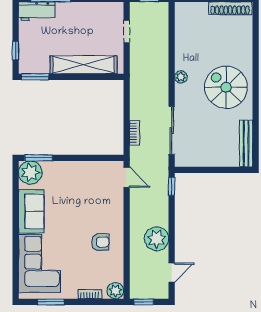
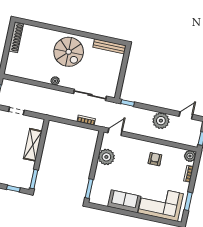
shelving: (83, 65) -> (33, 145), width x0.68
spiral stairs: (226, 87) -> (69, 52), turned -90
plant: (30, 173) -> (106, 157), moved
door: (172, 273) -> (186, 115), hinge flipped

